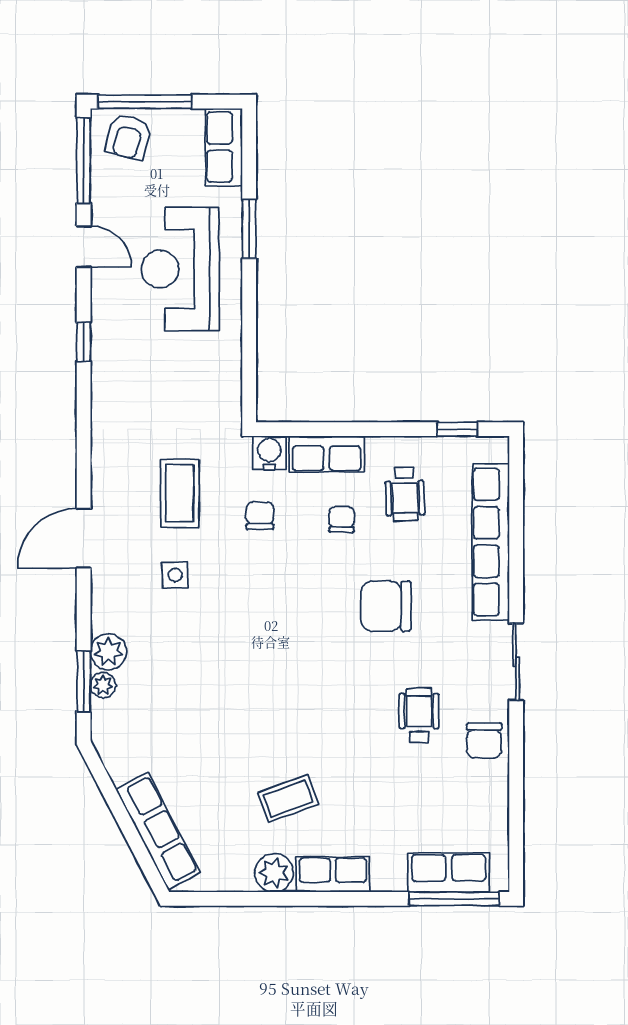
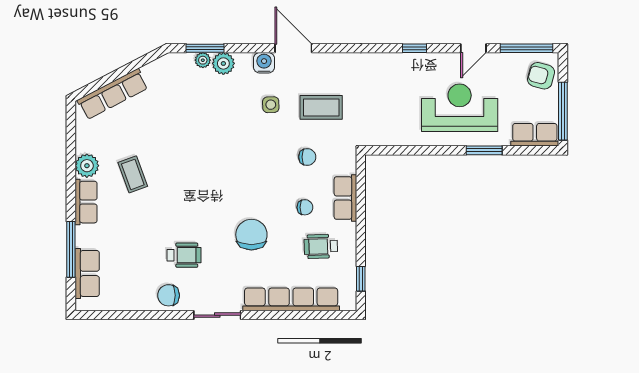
window: (145, 102) -> (563, 111), moved
water cooler: (269, 453) -> (264, 63), moved, turned -90
window: (454, 899) -> (71, 249), moved

